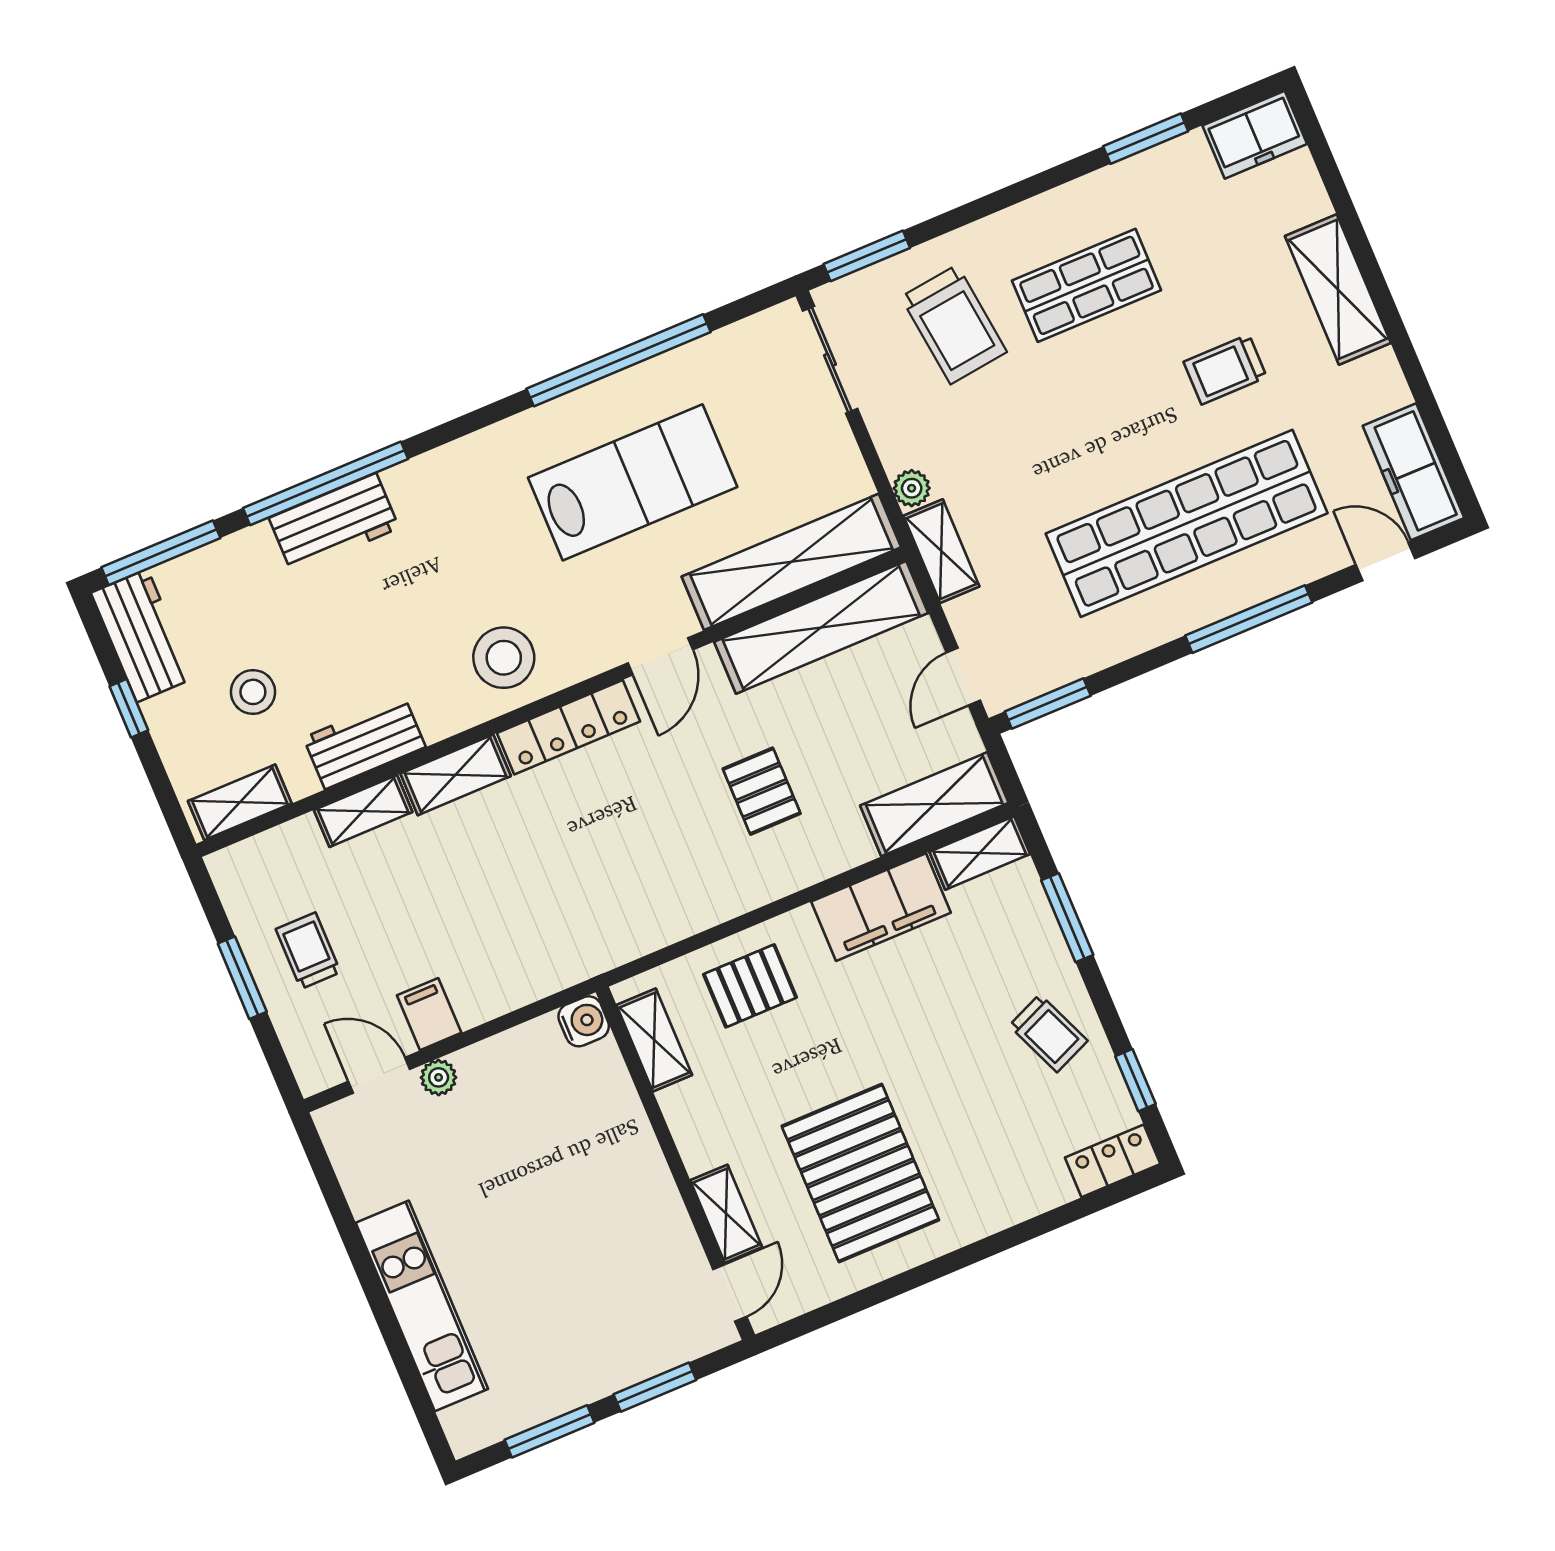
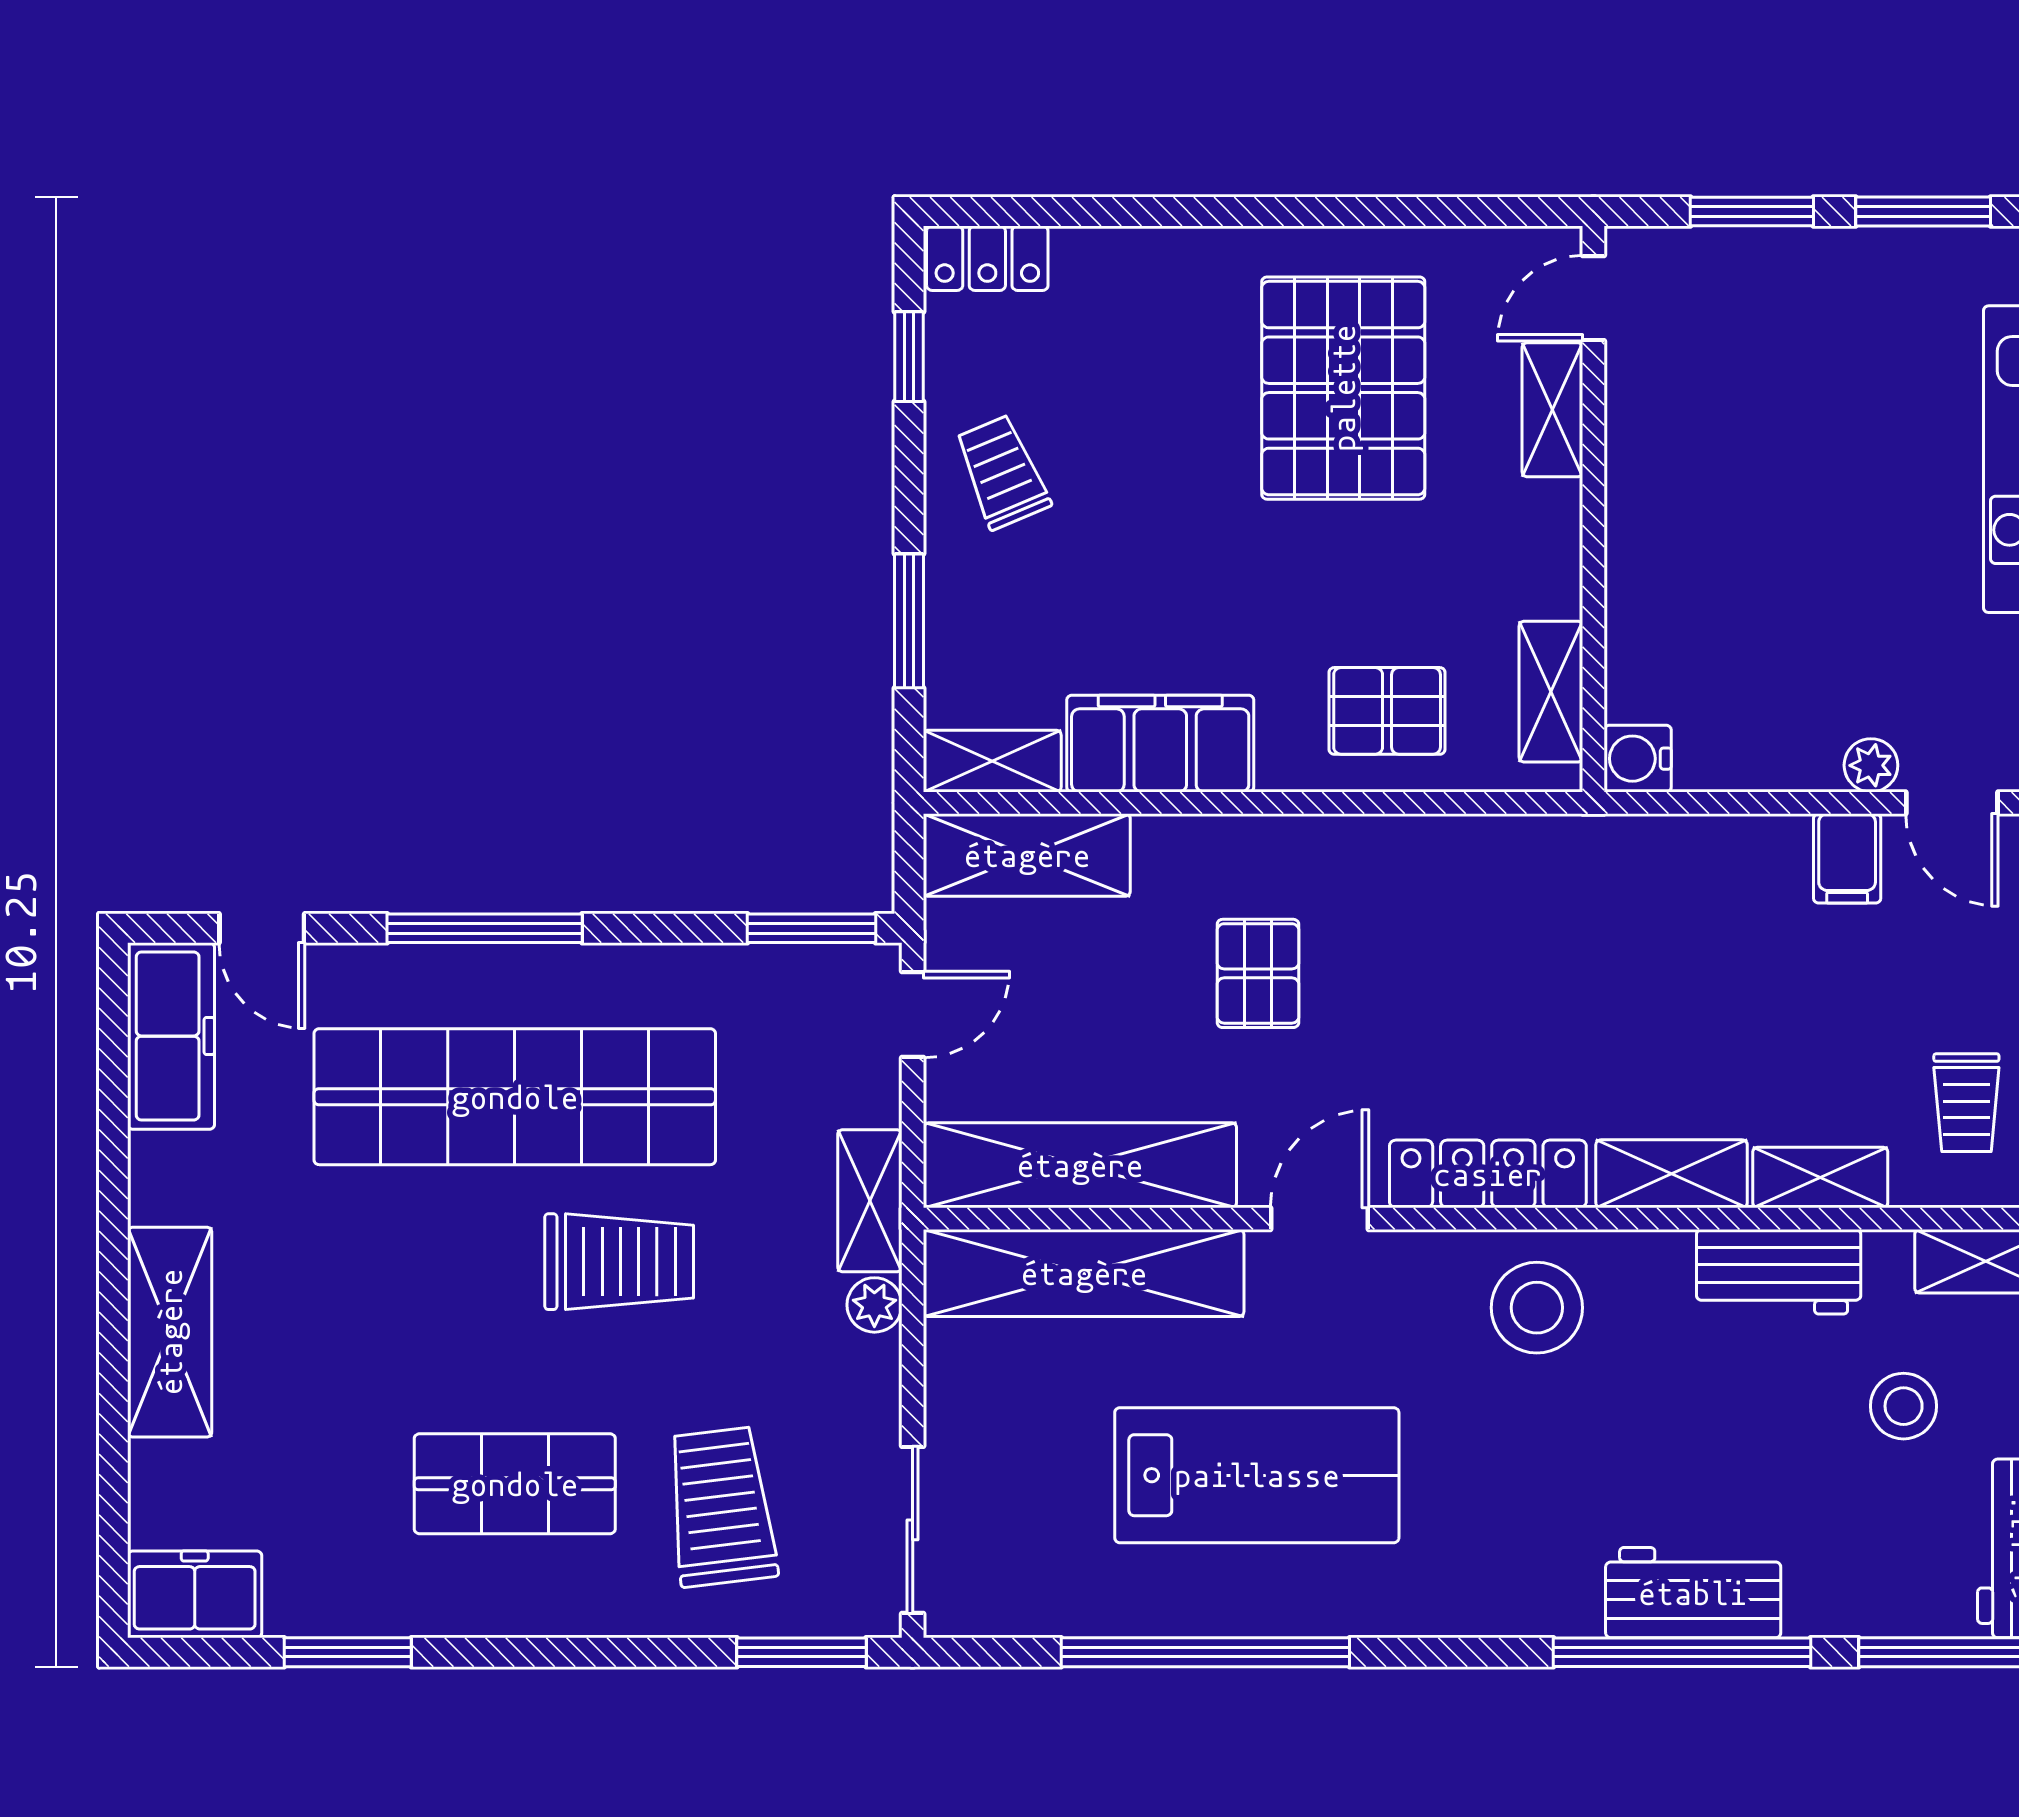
trolley: (1225, 369) -> (619, 1262), moved, width x1.36, depth x1.39
lab bench: (633, 482) -> (1257, 1475), turned 180
trolley: (308, 951) -> (1966, 1103), moved

